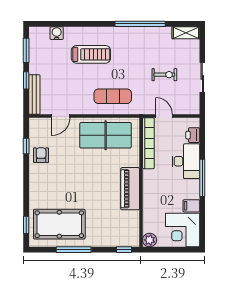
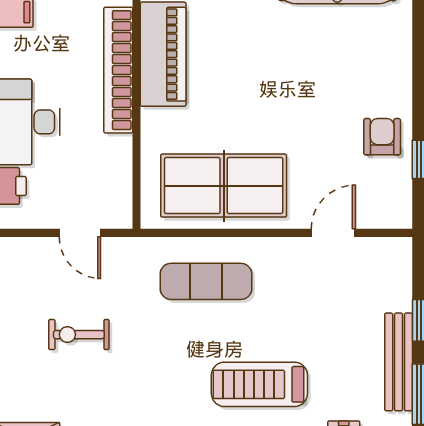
bench: (34, 95) -> (399, 362), moved
bookcase: (148, 143) -> (118, 70), moved
armchair: (41, 155) -> (382, 137), turned 180

